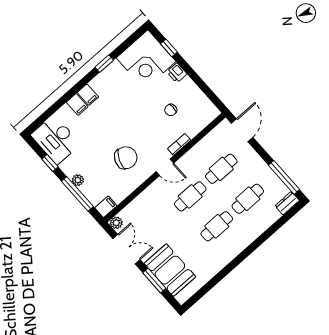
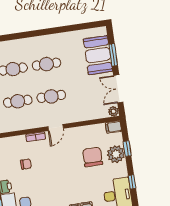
chair: (126, 158) -> (93, 157), moved, turned 68
door: (165, 167) -> (56, 127), swing flipped
plant: (78, 180) -> (116, 154), width x1.88, depth x1.88
window: (77, 194) -> (127, 148), width x0.46

